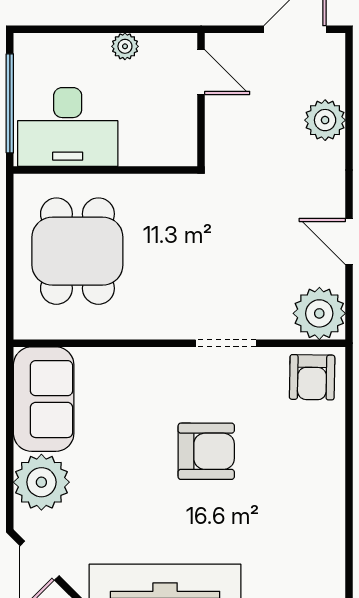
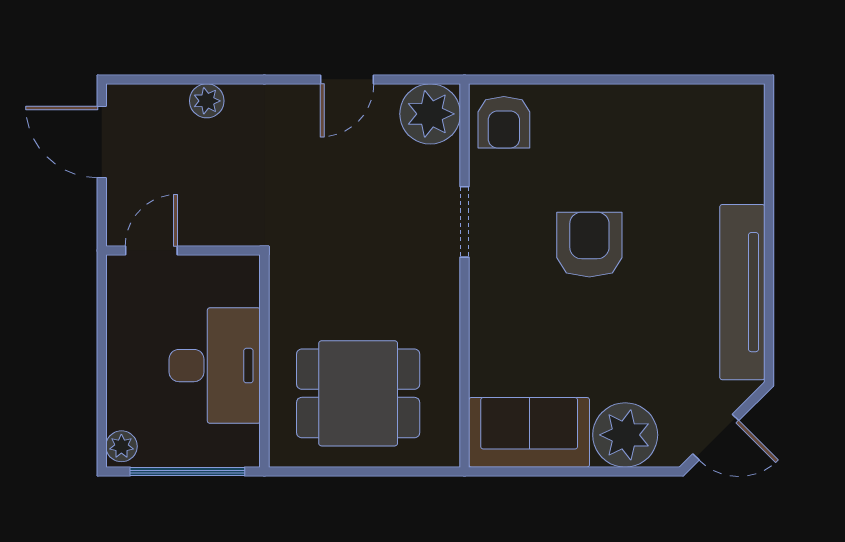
plant: (125, 46) -> (121, 446), moved
plant: (325, 120) -> (207, 101), width x0.73, depth x0.73
desk: (68, 127) -> (215, 366), moved
armchair: (312, 377) -> (504, 122), turned 89

